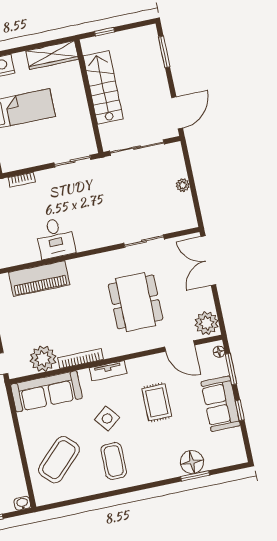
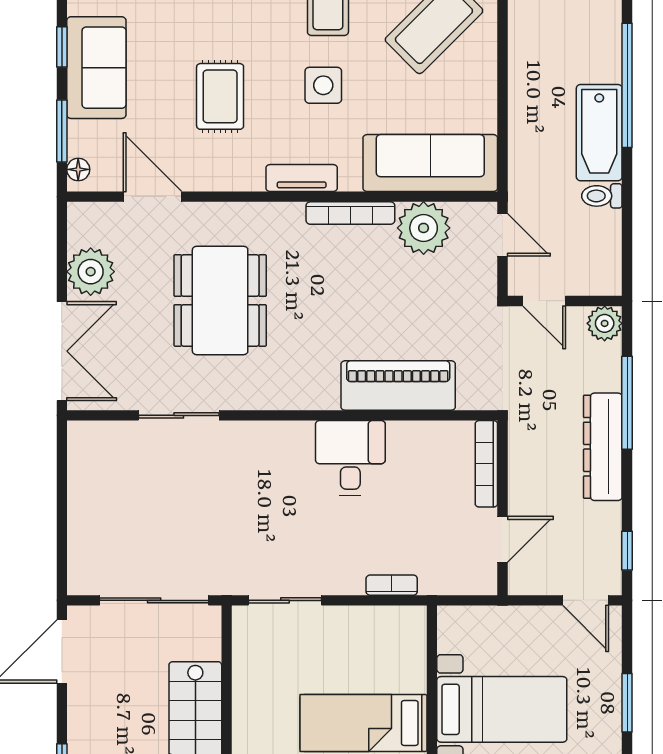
plant: (183, 185) -> (80, 508), removed
plant: (207, 323) -> (91, 272), moved
side table: (107, 419) -> (323, 85), turned 38

